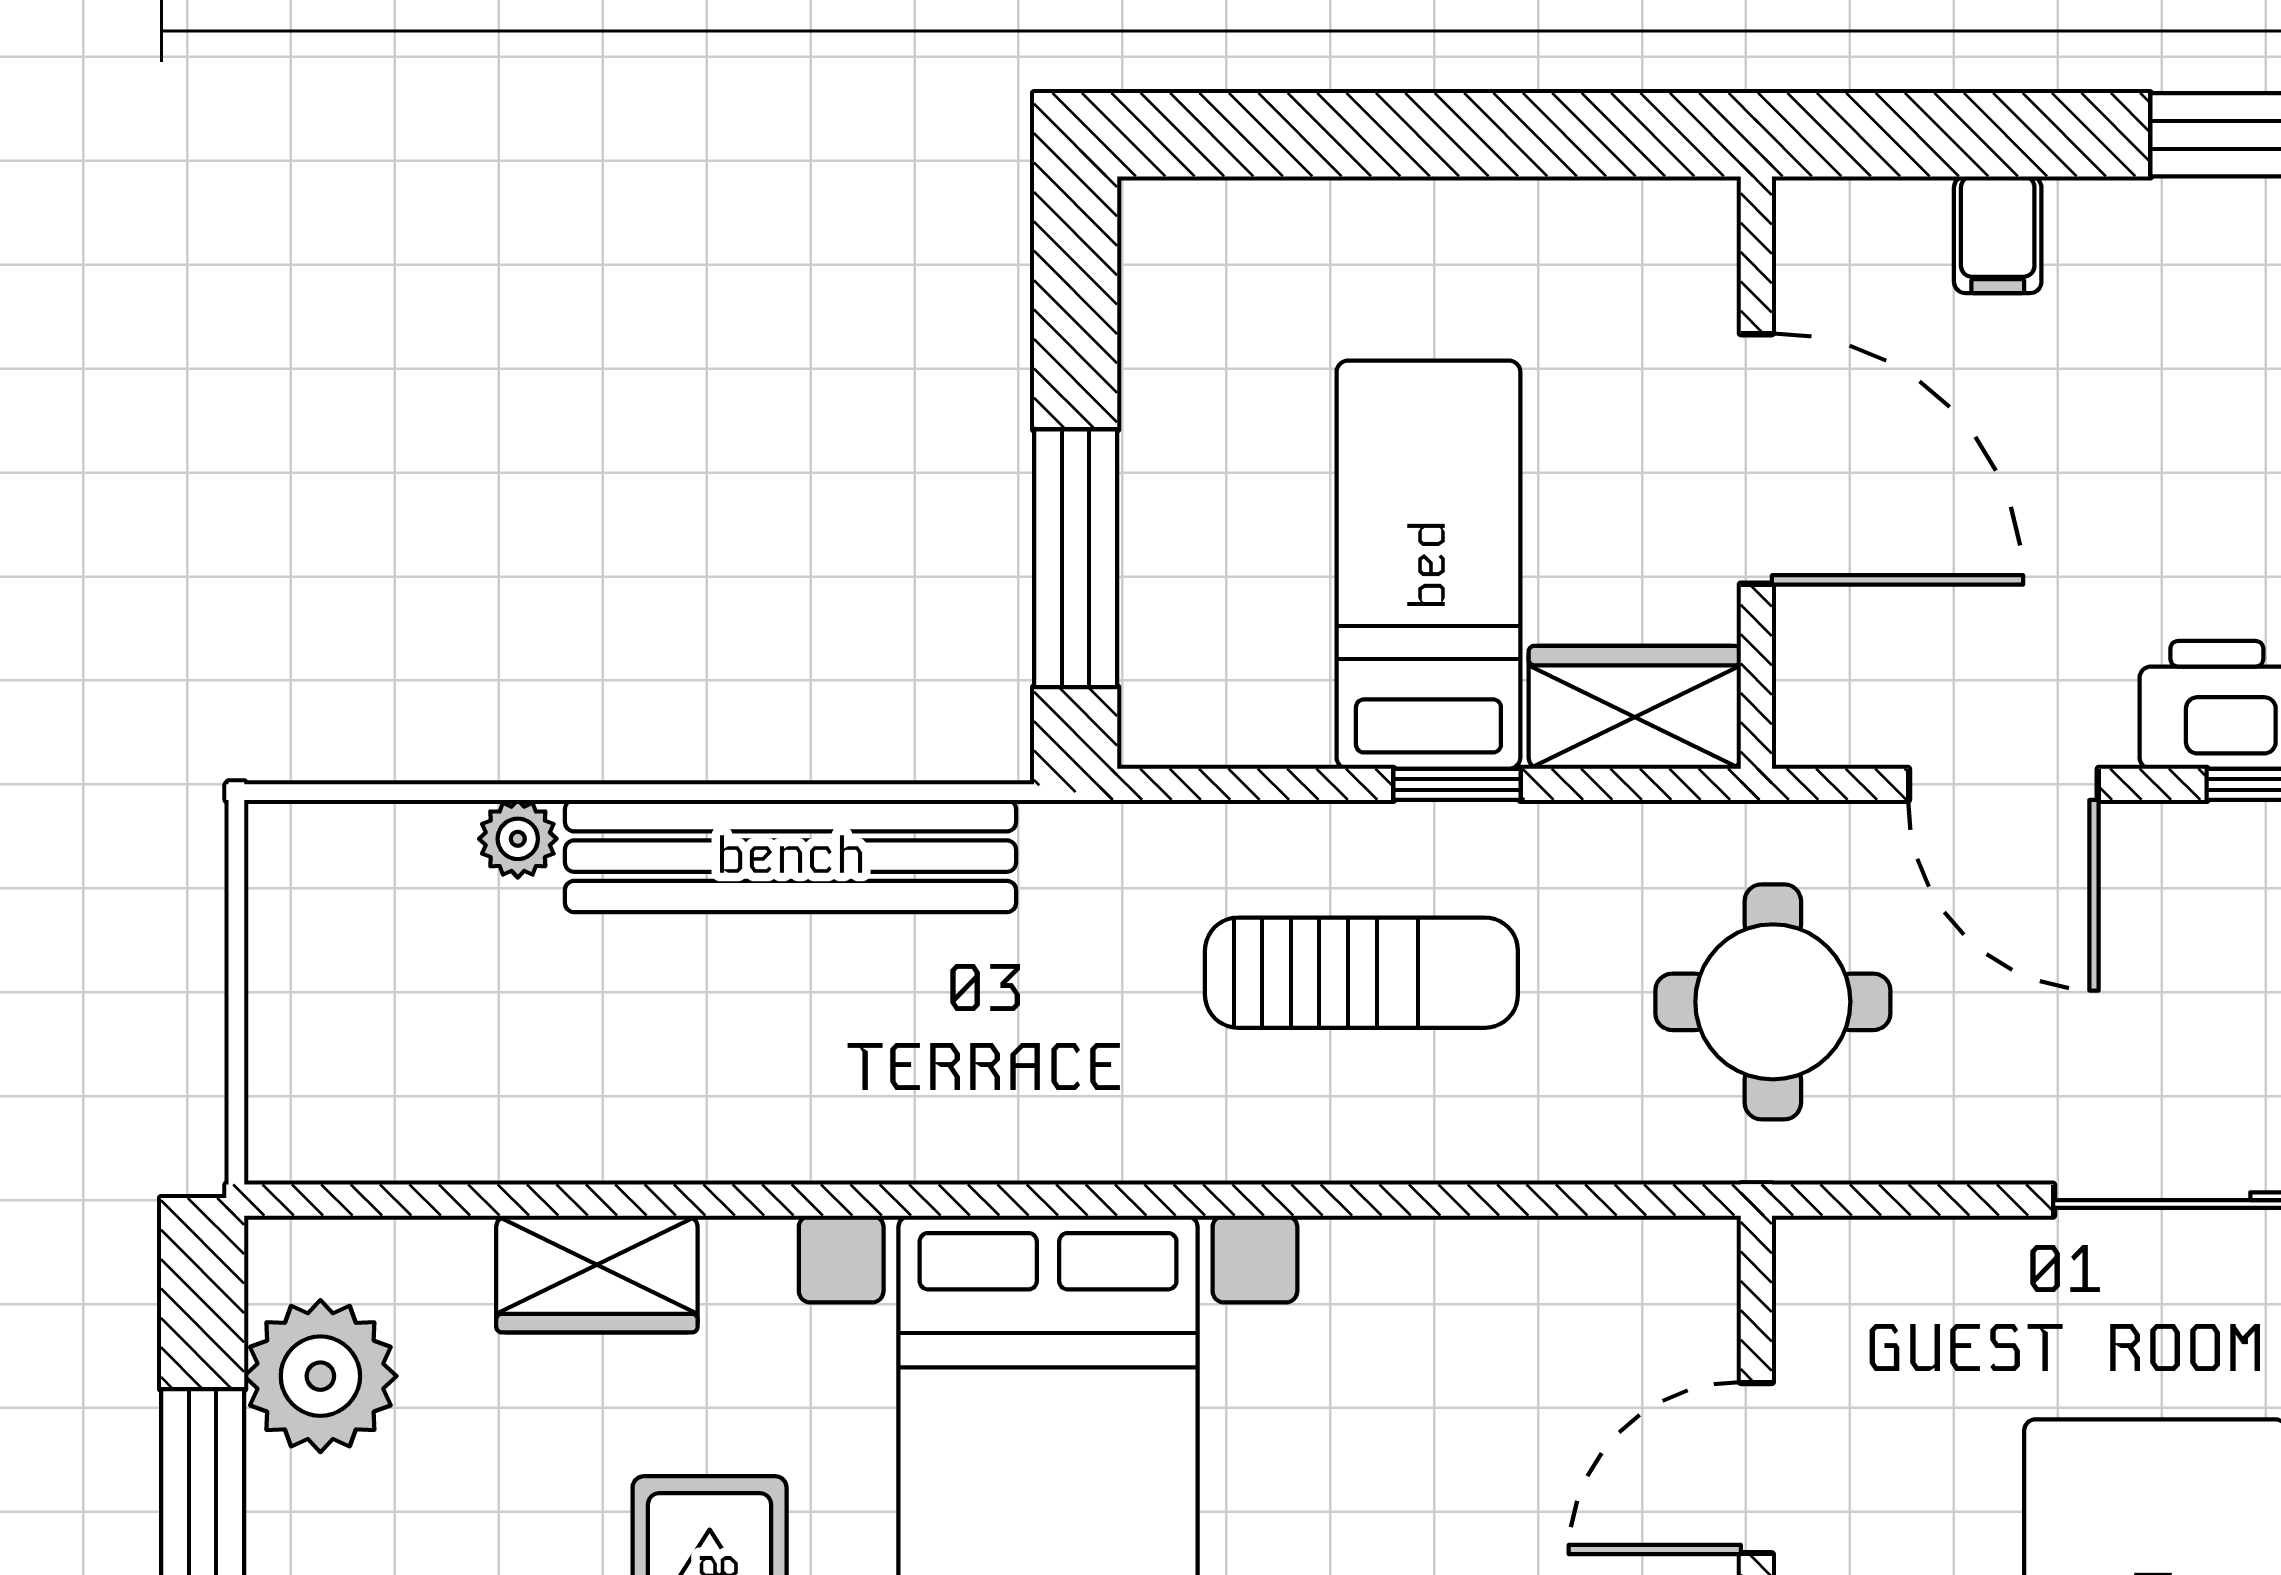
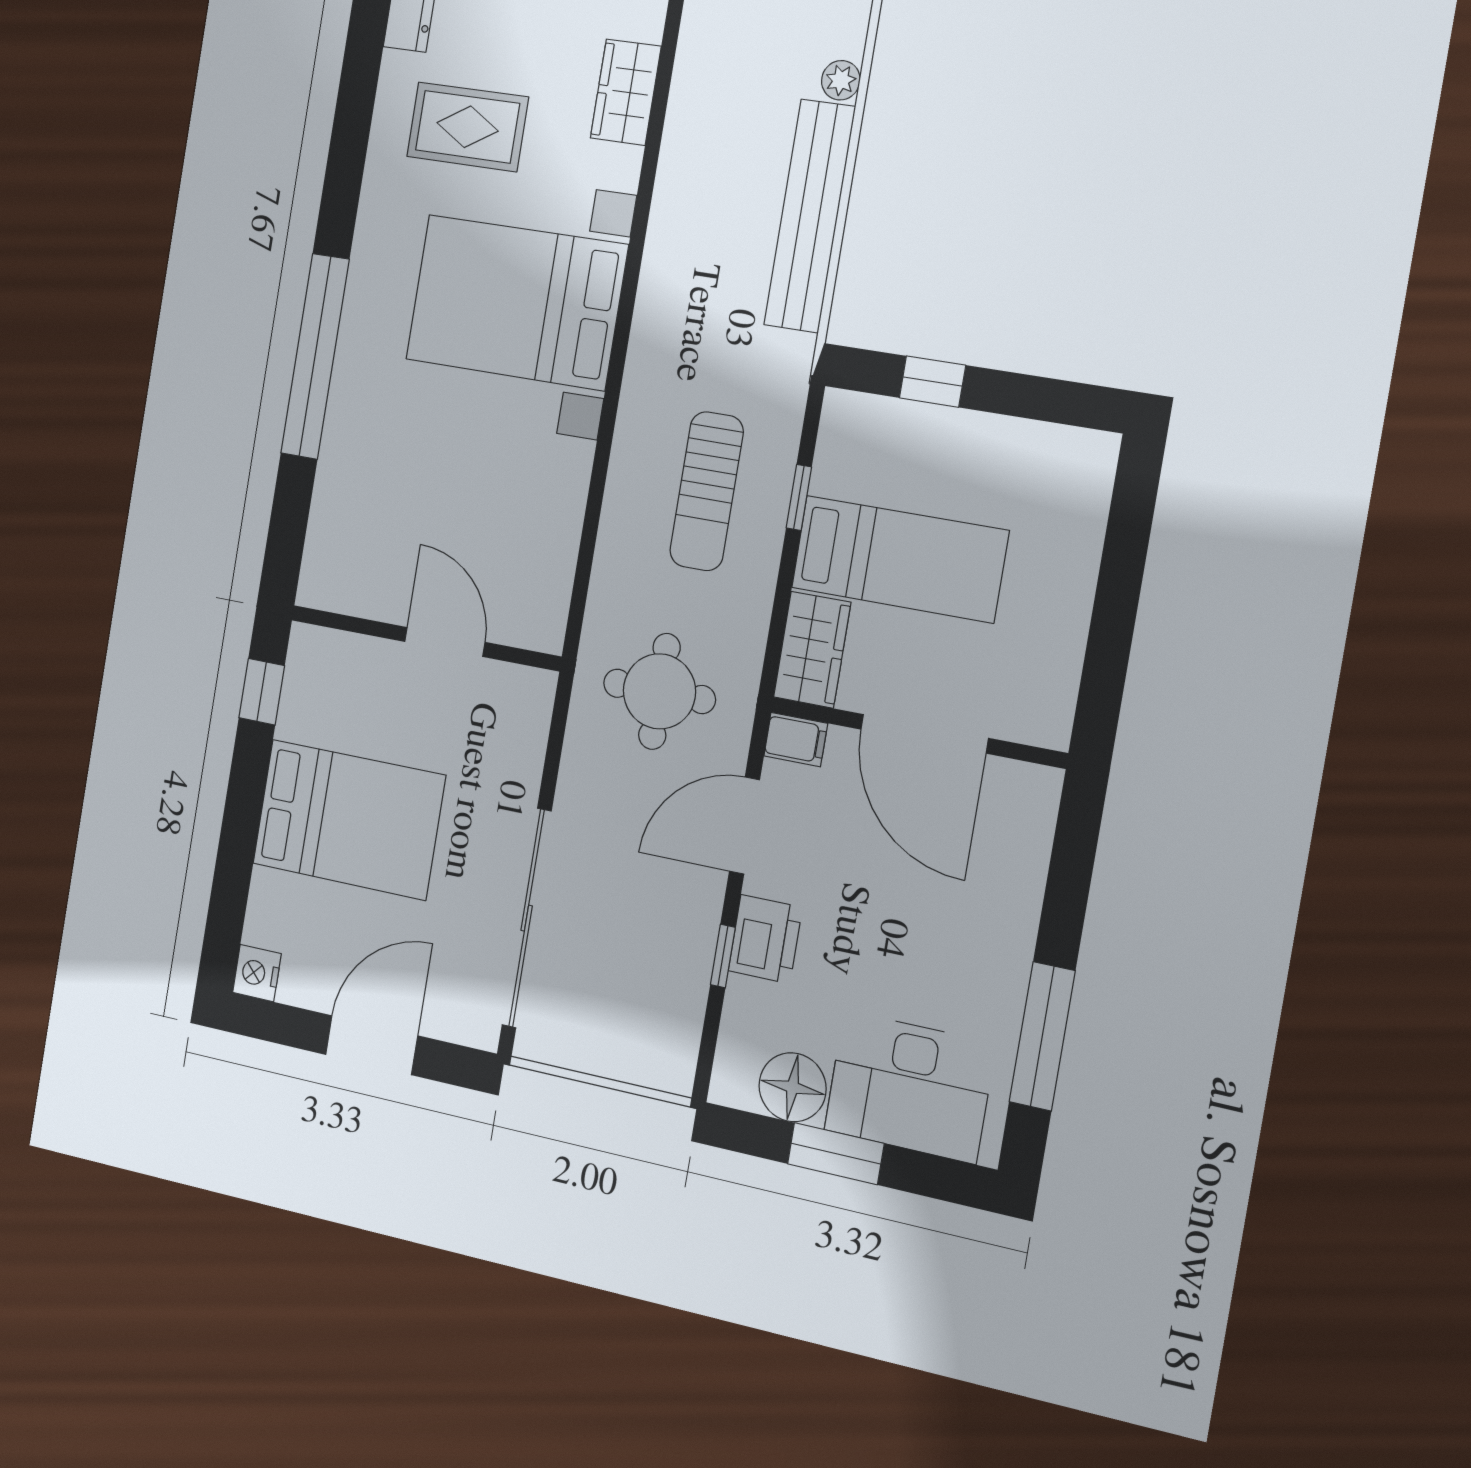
filing cabinet: (1998, 235) -> (796, 740), moved, turned 180
door: (1756, 459) -> (924, 734), hinge flipped
window: (1076, 558) -> (932, 382), width x0.46
window: (1457, 784) -> (799, 497), moved

